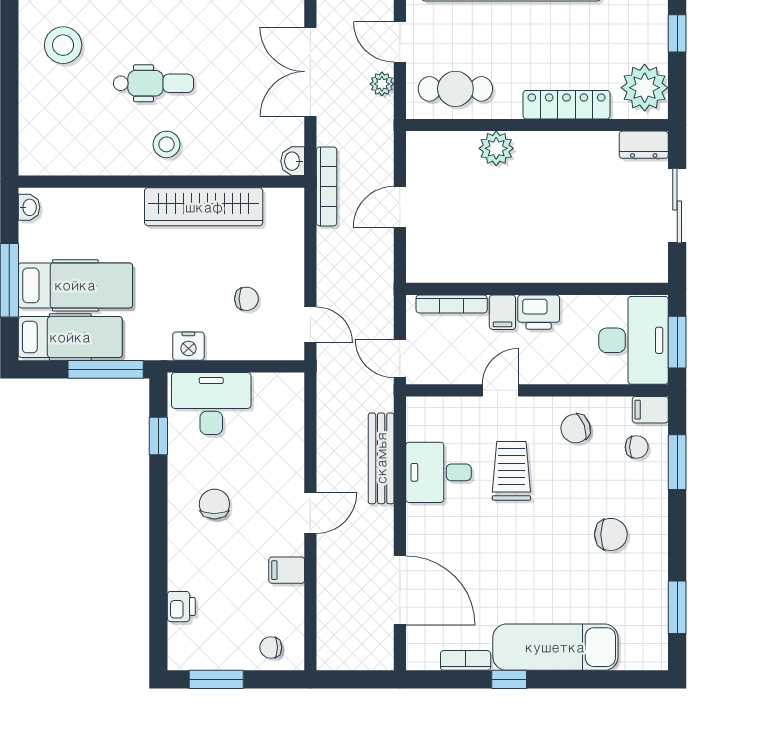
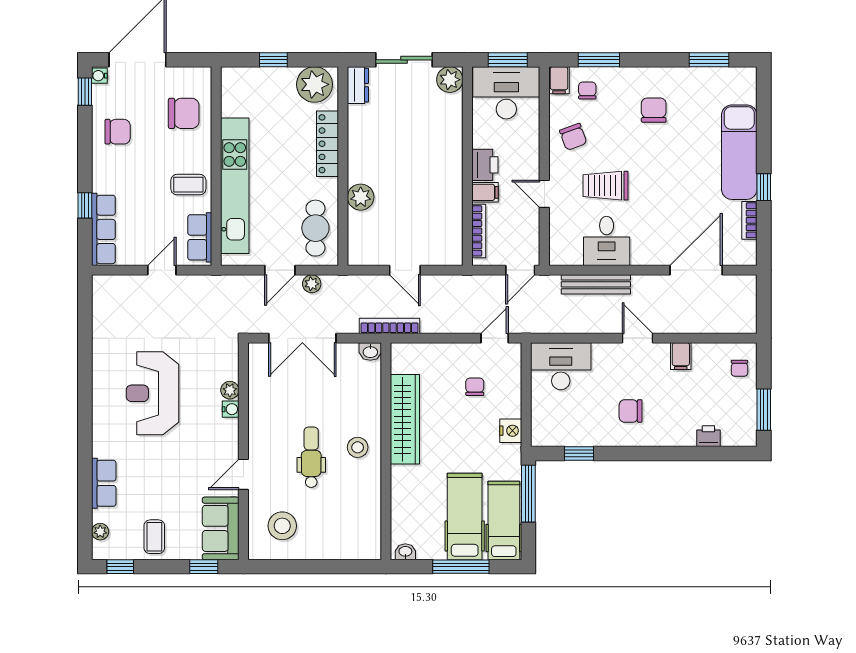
plant: (651, 266) -> (450, 80), added
desk: (211, 404) -> (561, 366), moved, turned 90

